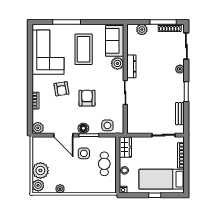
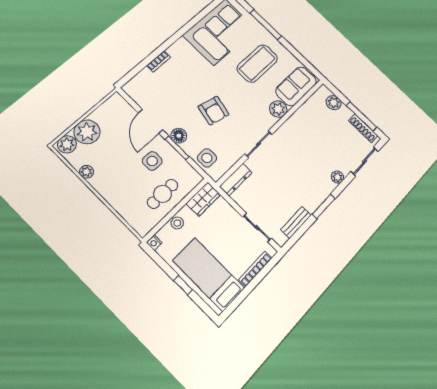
dresser: (131, 66) -> (236, 179), moved
armchair: (61, 89) -> (197, 77), removed
armchair: (87, 98) -> (213, 111), turned 103
plant: (38, 128) -> (132, 88), removed

